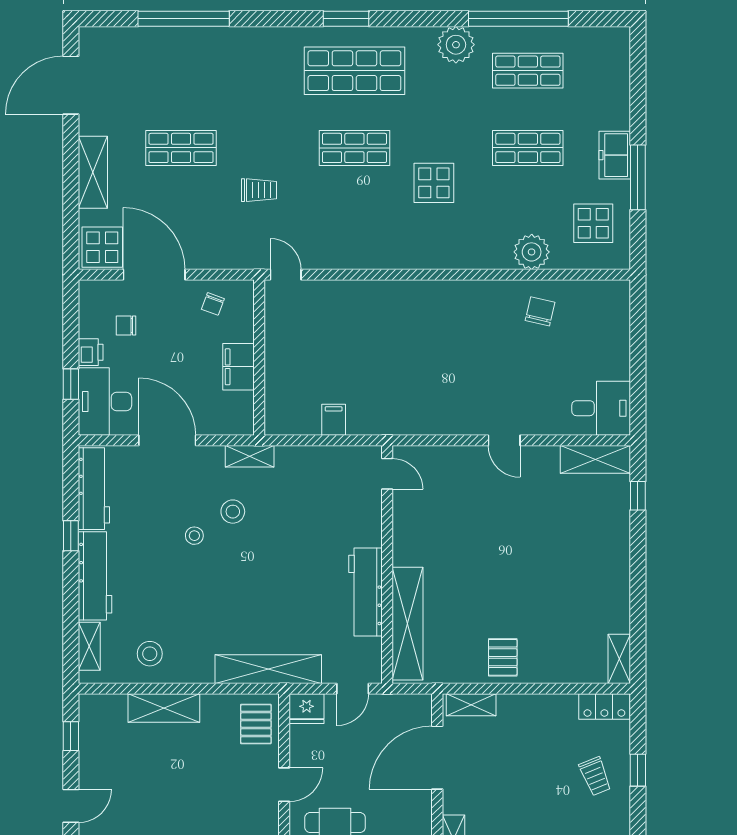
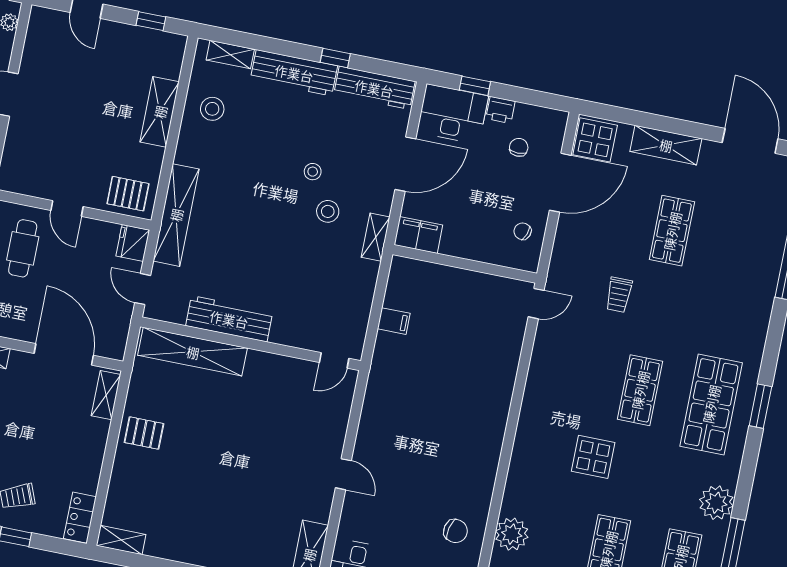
filing cabinet: (239, 367) -> (418, 235), moved
door: (504, 440) -> (343, 474), swing flipped

